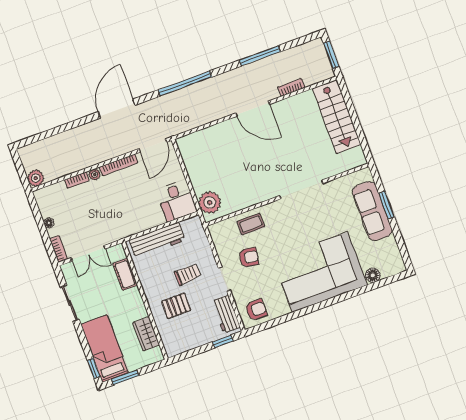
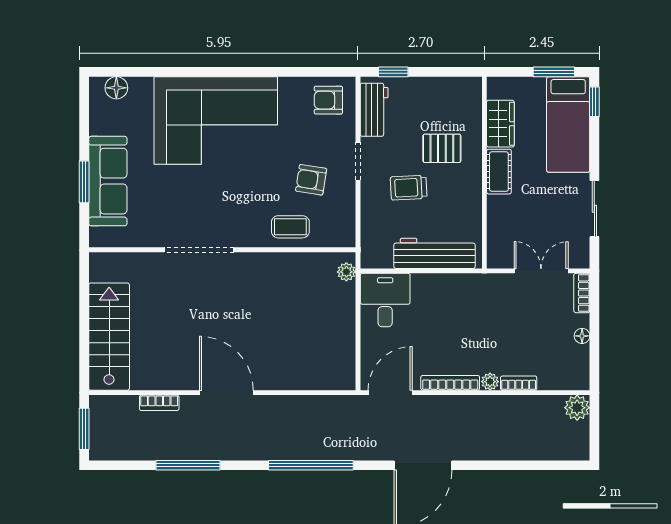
plant: (210, 202) -> (346, 272), width x0.53, depth x0.53
cot: (125, 274) -> (499, 172), moved
floor lamp: (373, 275) -> (116, 88), moved

